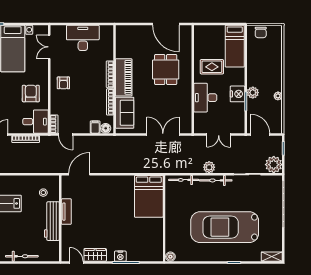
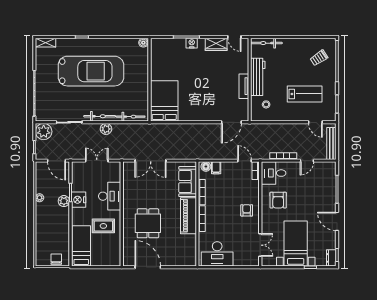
desk: (83, 38) -> (217, 254), moved
bicycle: (22, 256) -> (266, 43), moved

